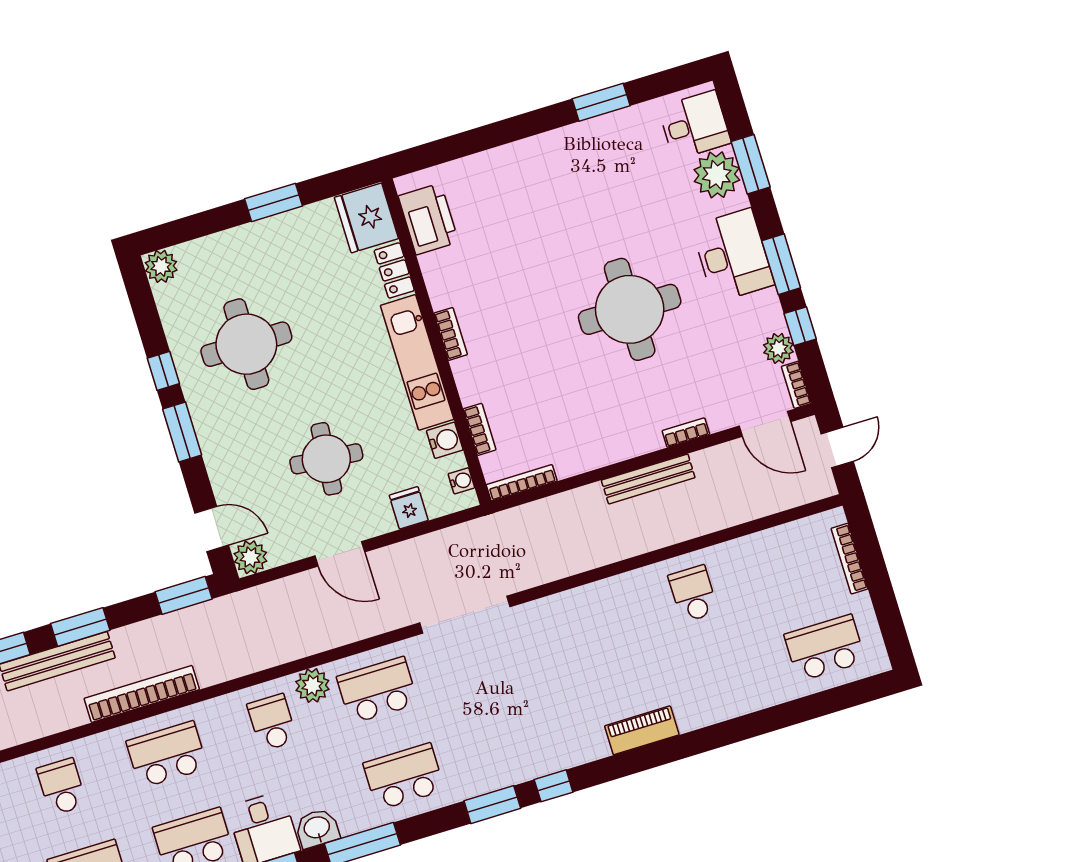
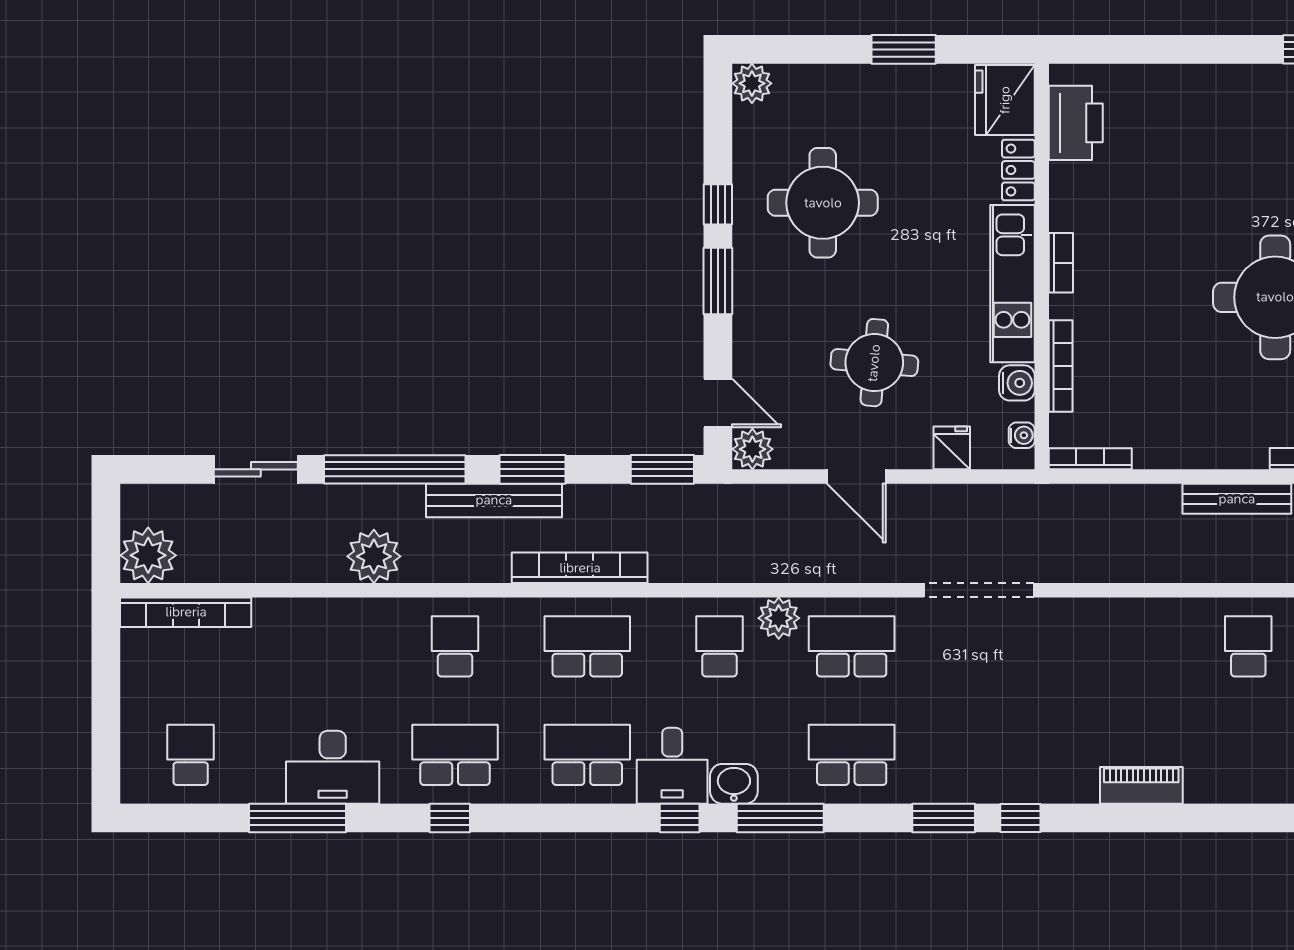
bookcase: (480, 429) -> (1061, 366), width x1.56

